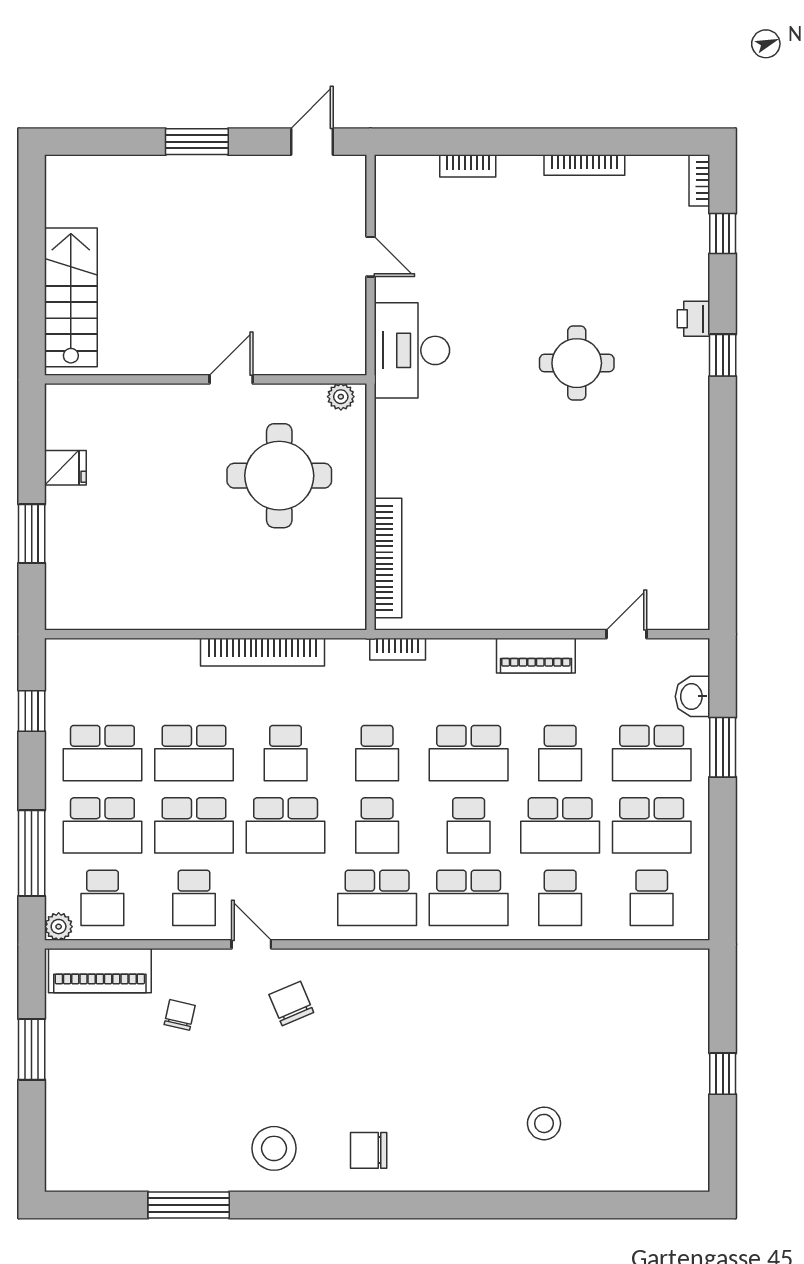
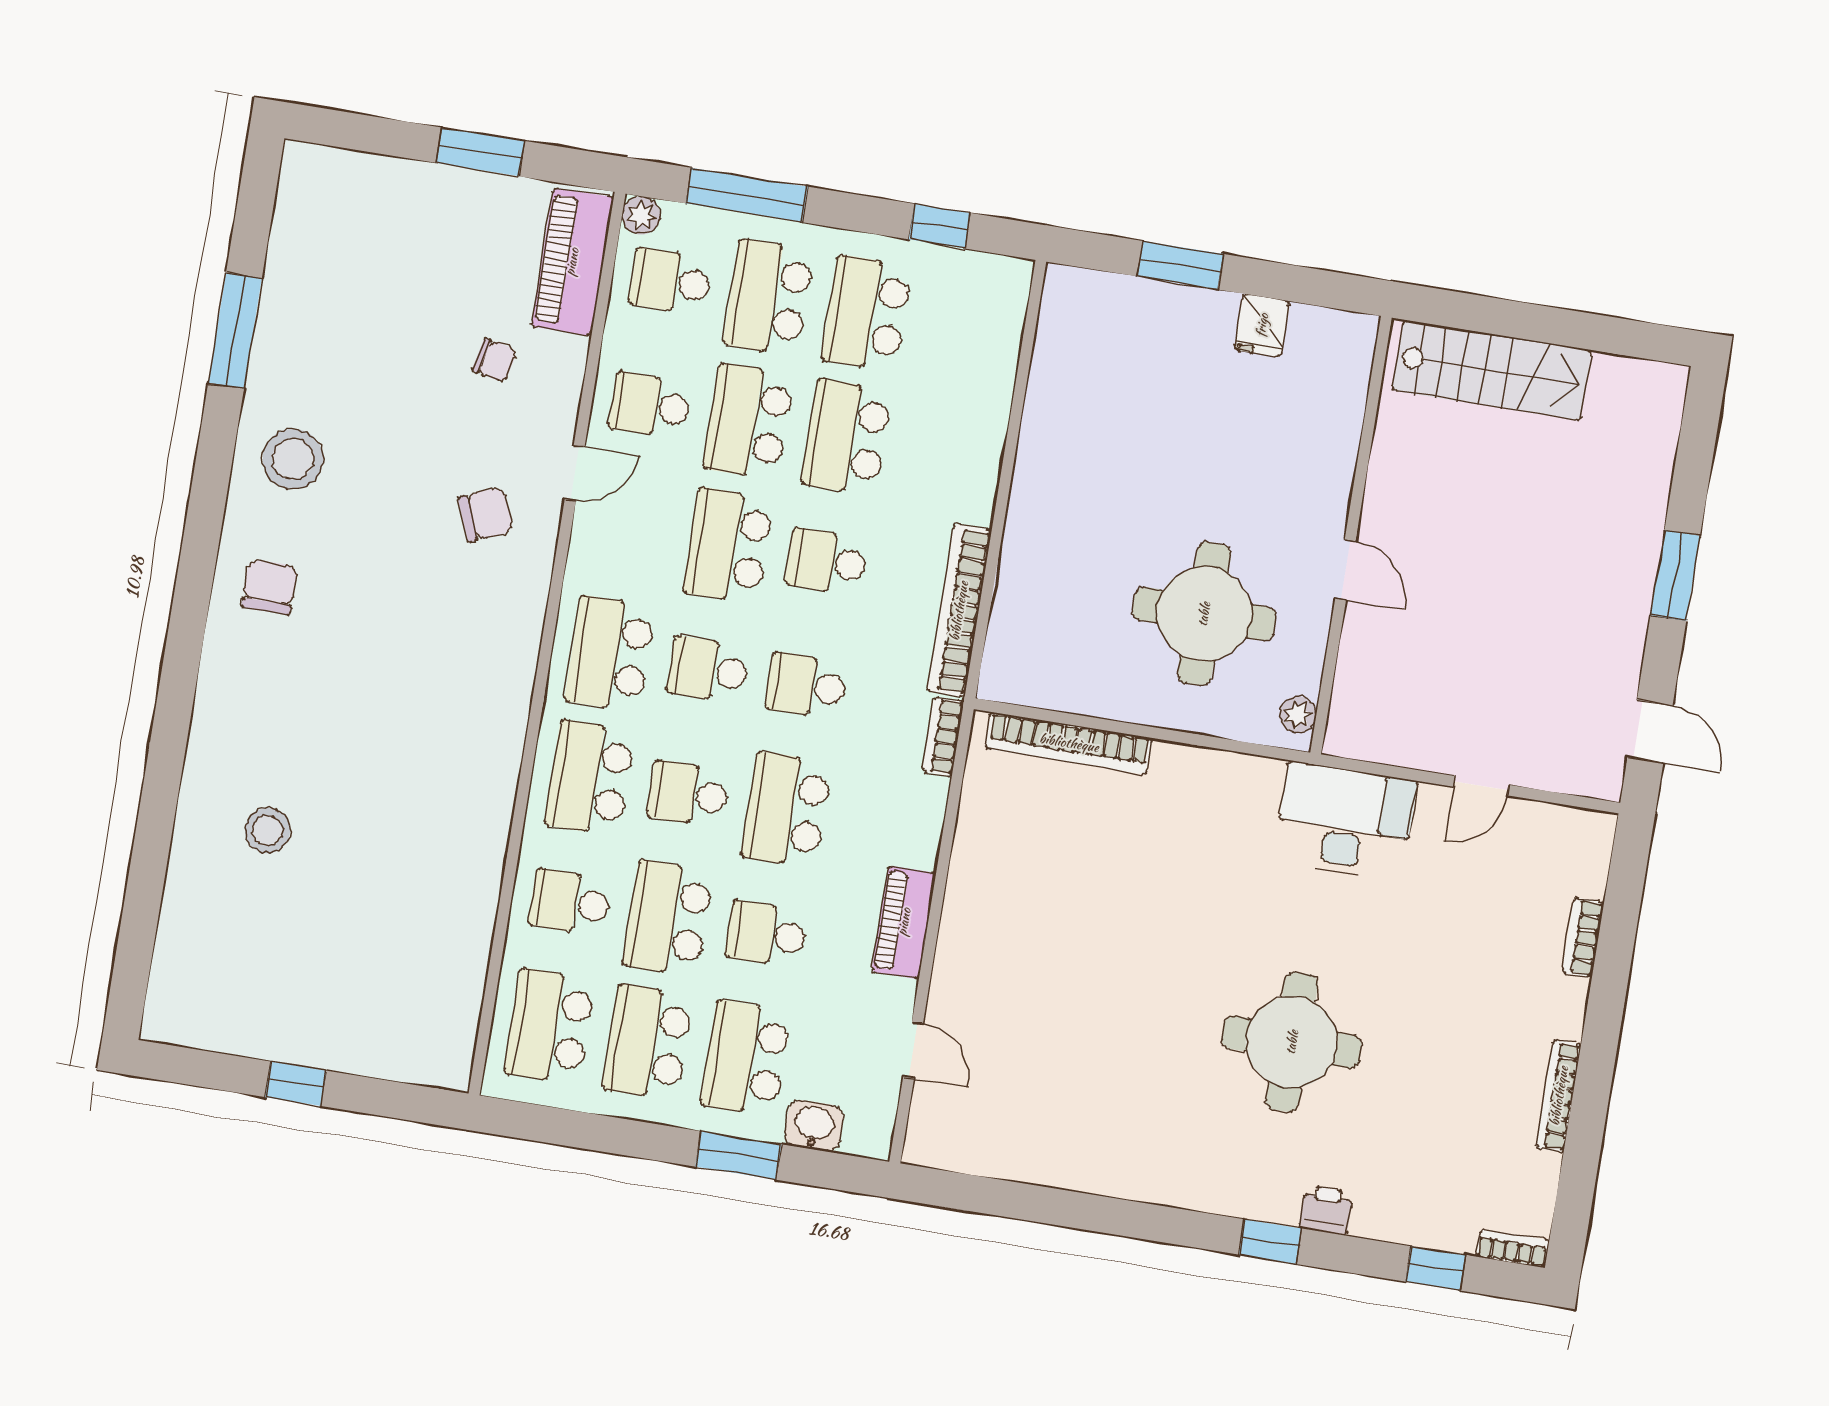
round table: (577, 363) -> (1292, 1042), width x1.36, depth x1.36
bookcase: (262, 652) -> (959, 611), moved
school desk: (652, 898) -> (550, 1026), width x1.85

